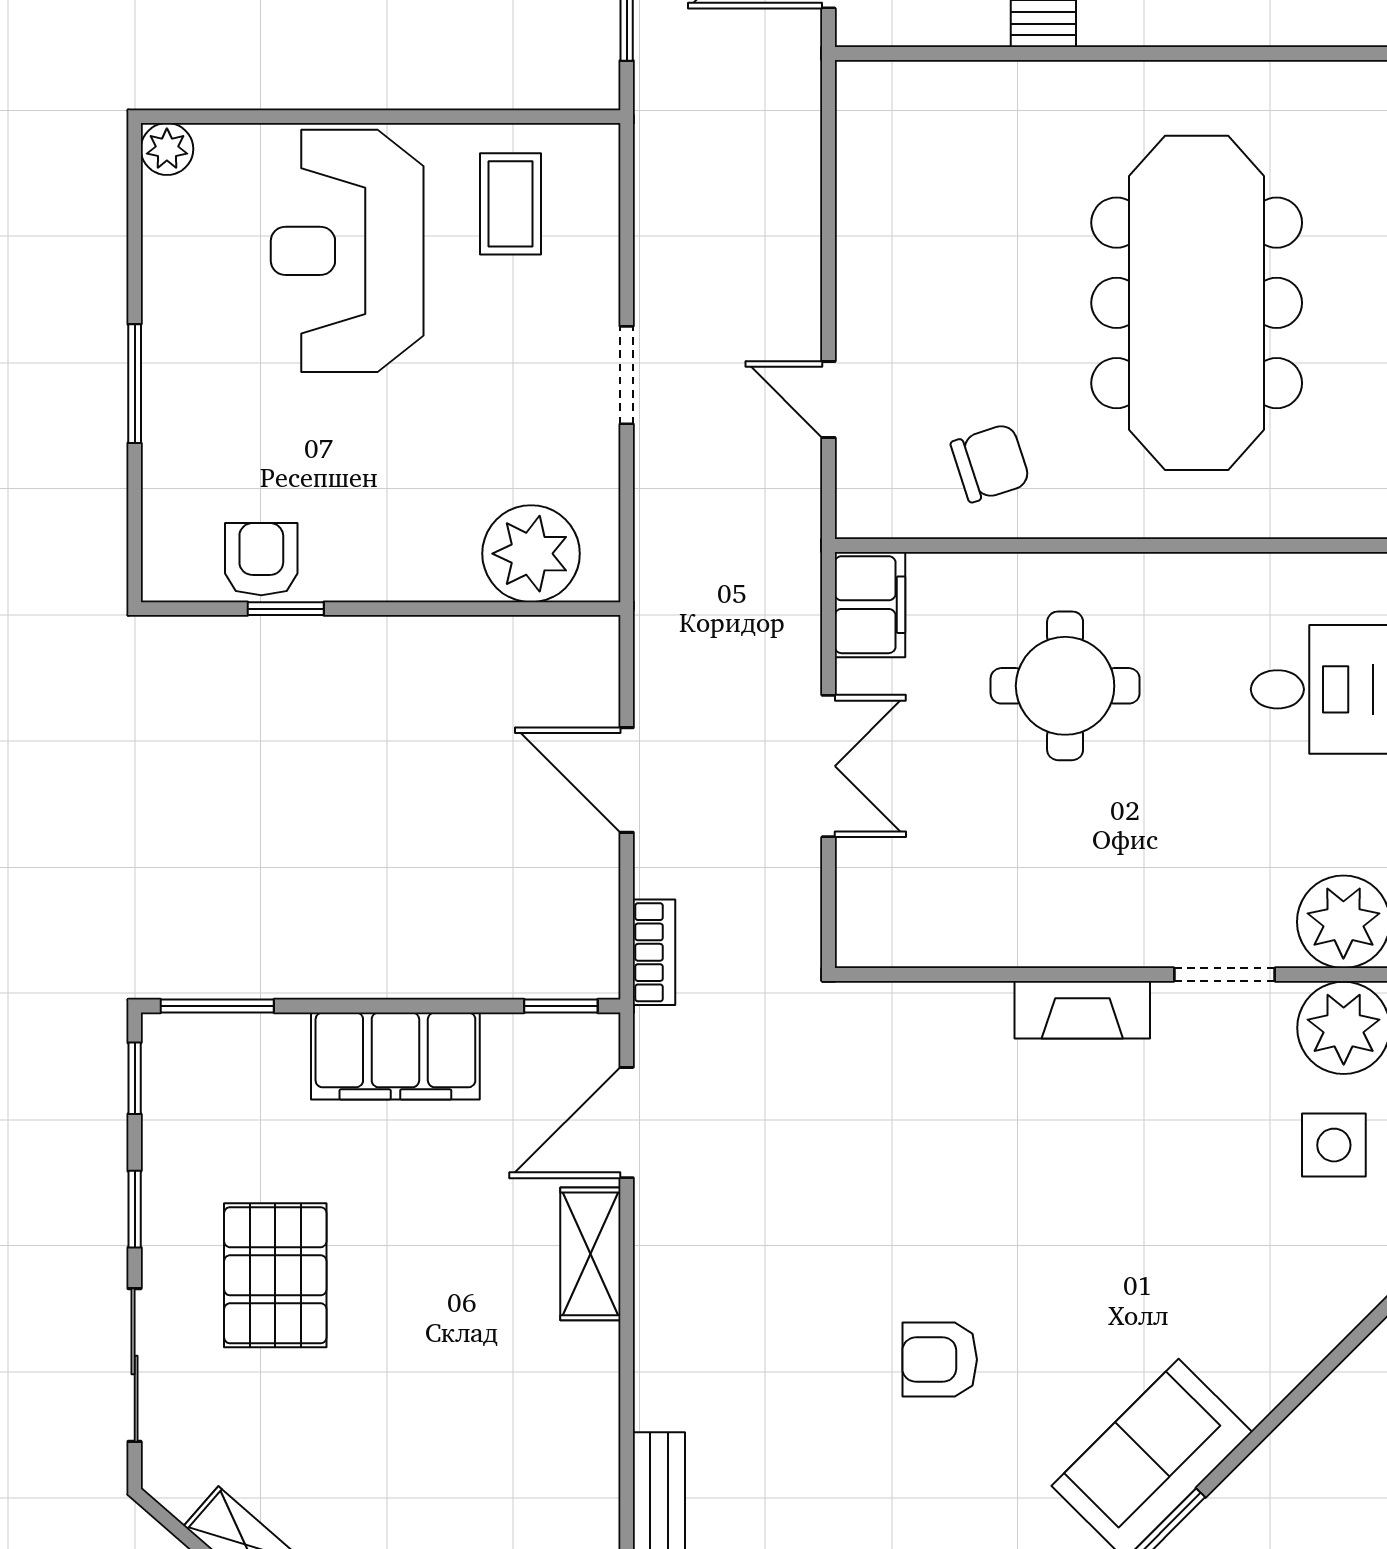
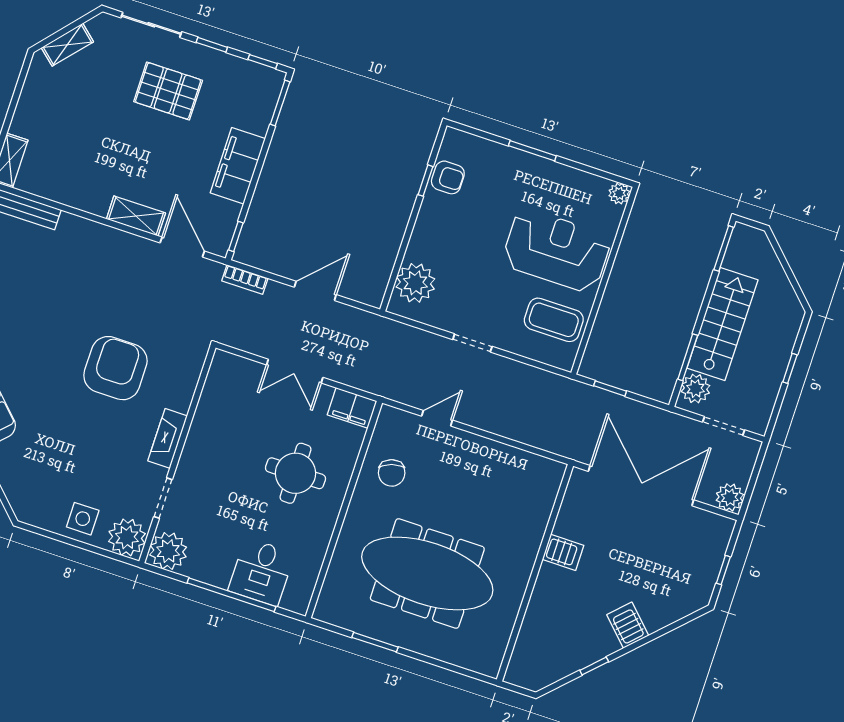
coffee table: (511, 204) -> (554, 320), width x1.36, depth x1.30
armchair: (940, 1360) -> (115, 368), moved, width x1.88, depth x1.88

